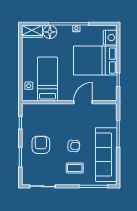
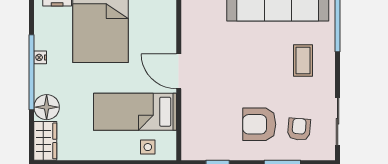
door: (83, 102) -> (179, 71), moved
armchair: (74, 146) -> (299, 129), moved

